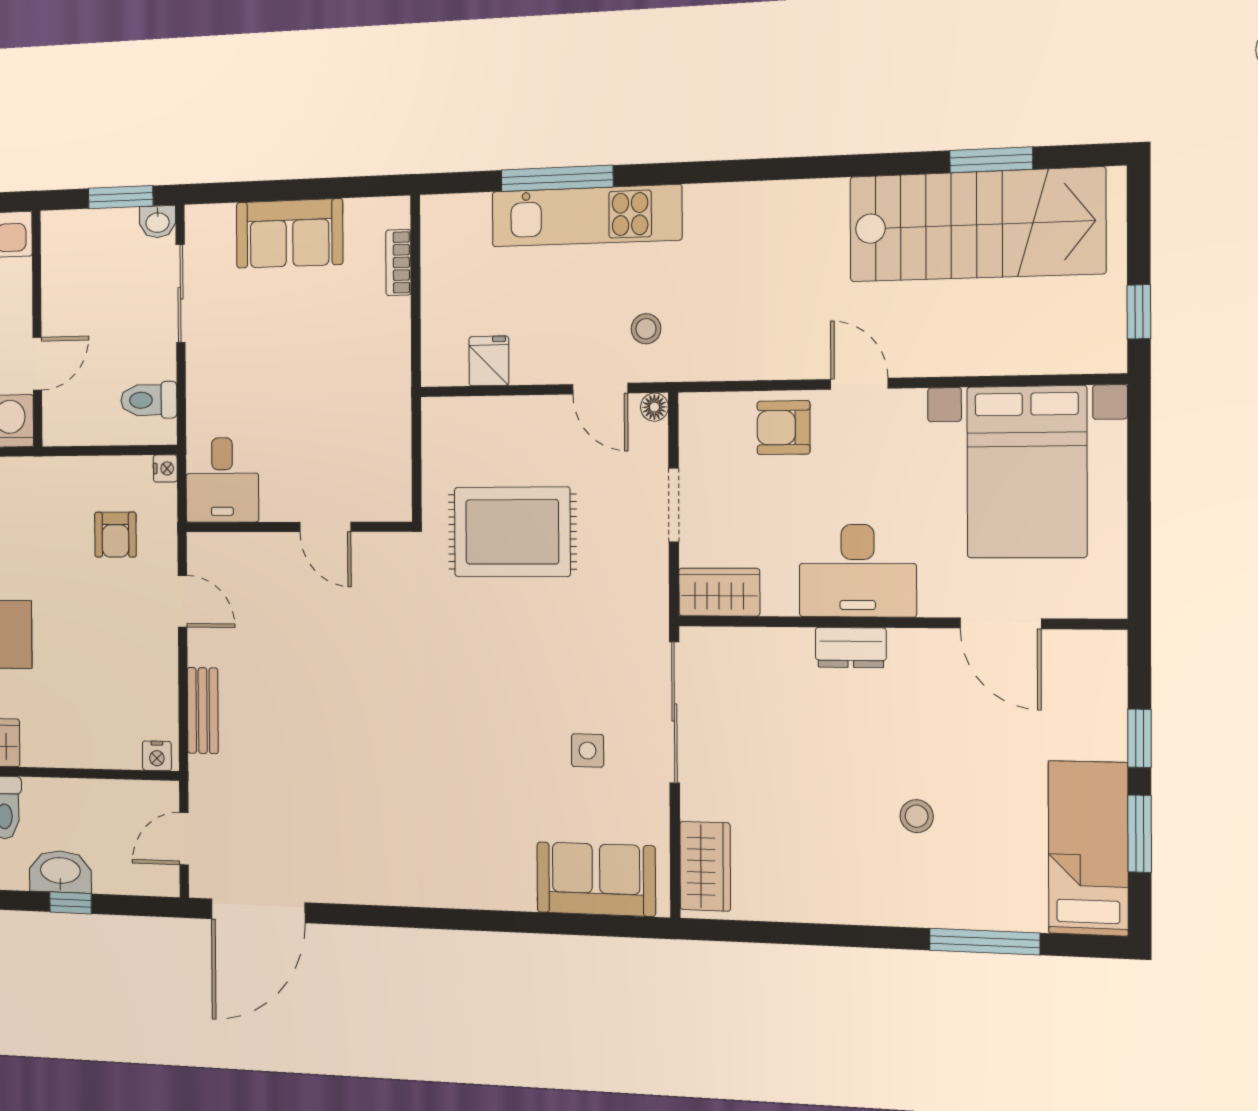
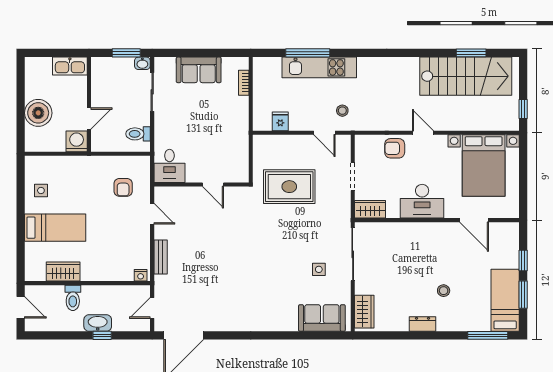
floor lamp: (654, 407) -> (345, 140), removed
nightstand: (165, 468) -> (145, 161), removed
dresser: (851, 648) -> (422, 324), moved, turned 180
window: (984, 942) -> (488, 335), moved

